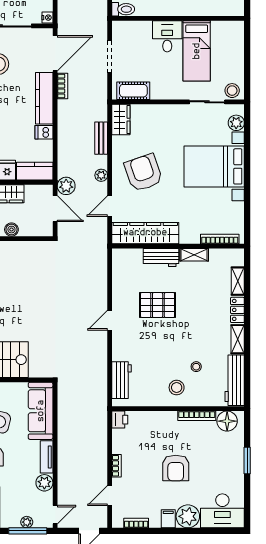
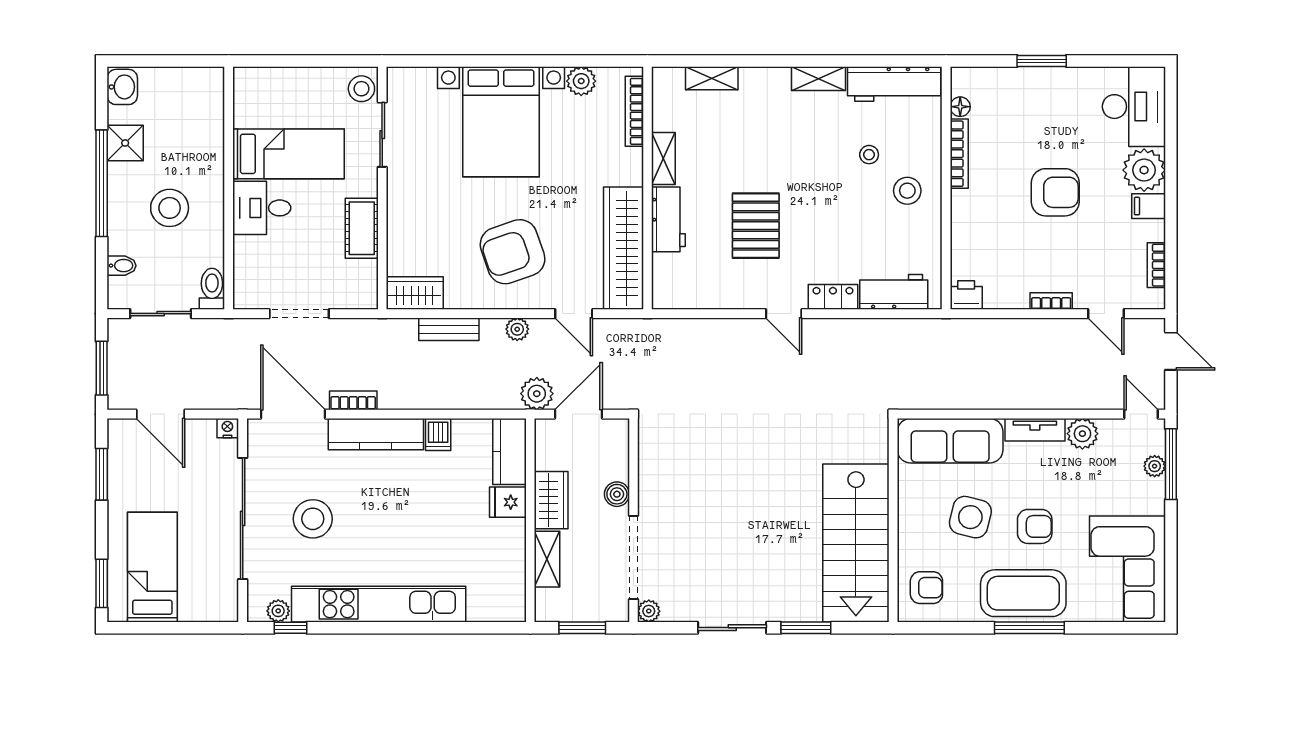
cot: (133, 91) -> (362, 228), moved
plant: (236, 123) -> (581, 81), moved
locker: (237, 310) -> (833, 297), moved, turned 180
floor lamp: (227, 421) -> (960, 107), width x0.53, depth x0.53

